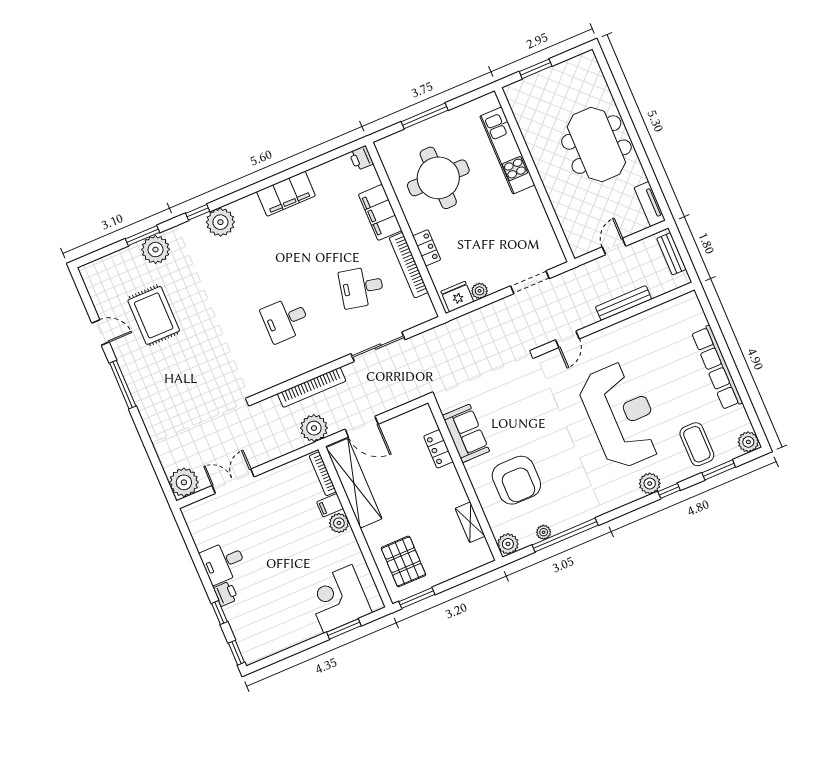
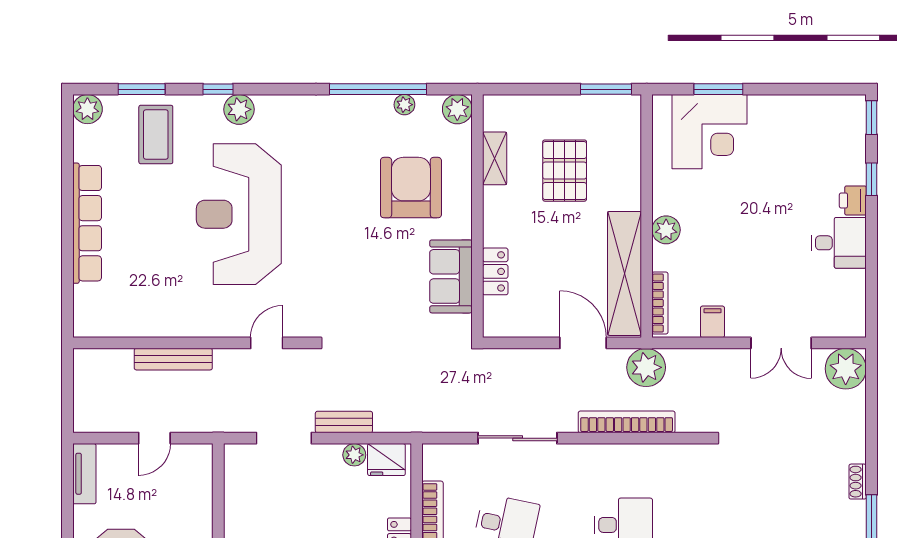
bench: (671, 254) -> (344, 422), moved, turned 90
shoe rack: (145, 412) -> (858, 482), added
filing cabinet: (330, 505) -> (712, 322), moved, turned -90
pallet: (403, 561) -> (565, 171), moved

